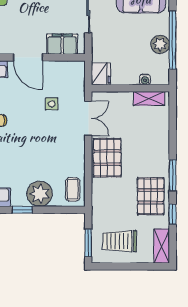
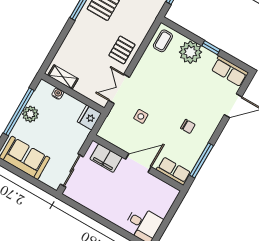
door: (28, 57) -> (138, 163), hinge flipped
pallet: (107, 158) -> (122, 50), width x0.67, depth x0.71

